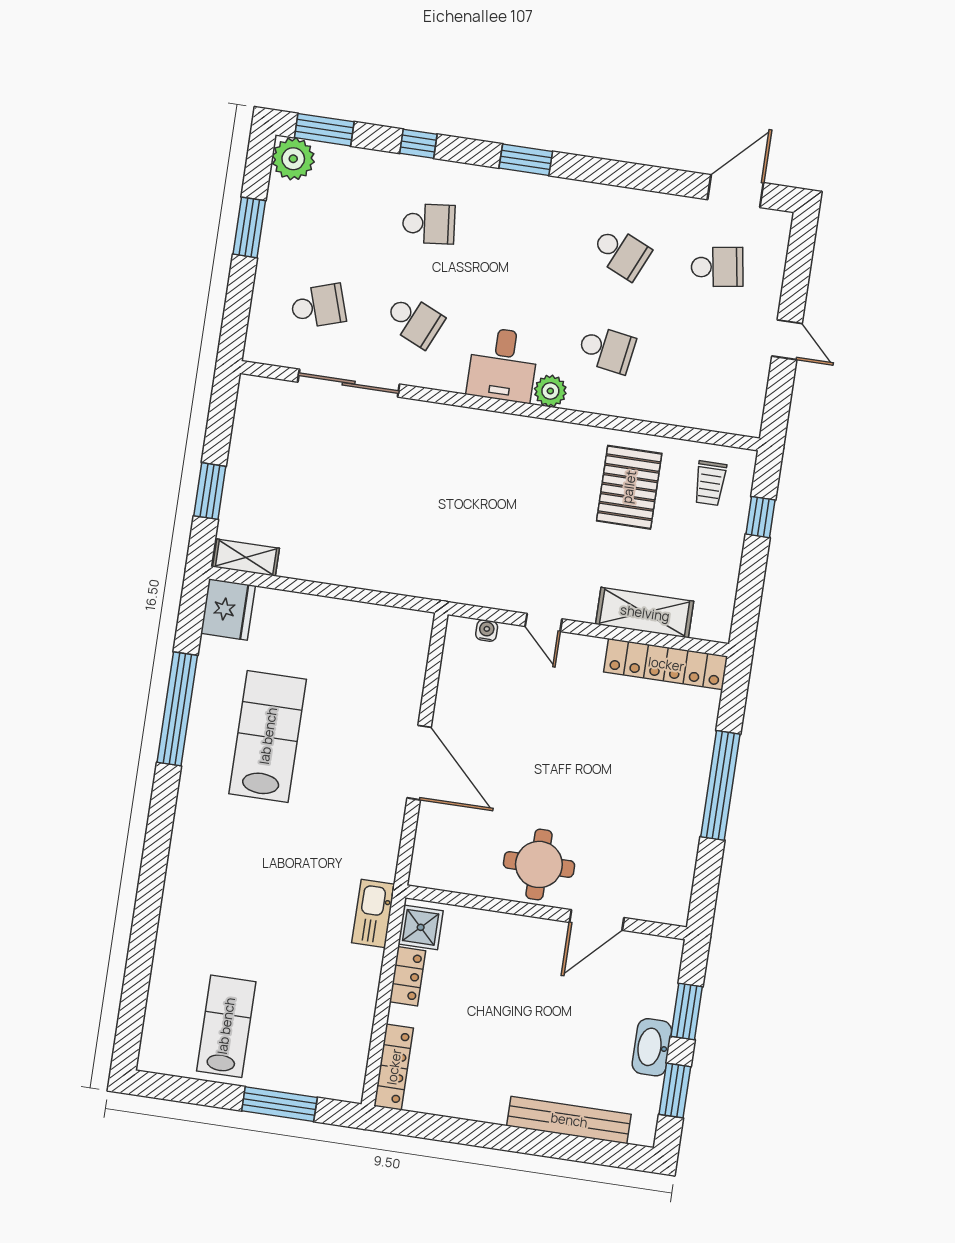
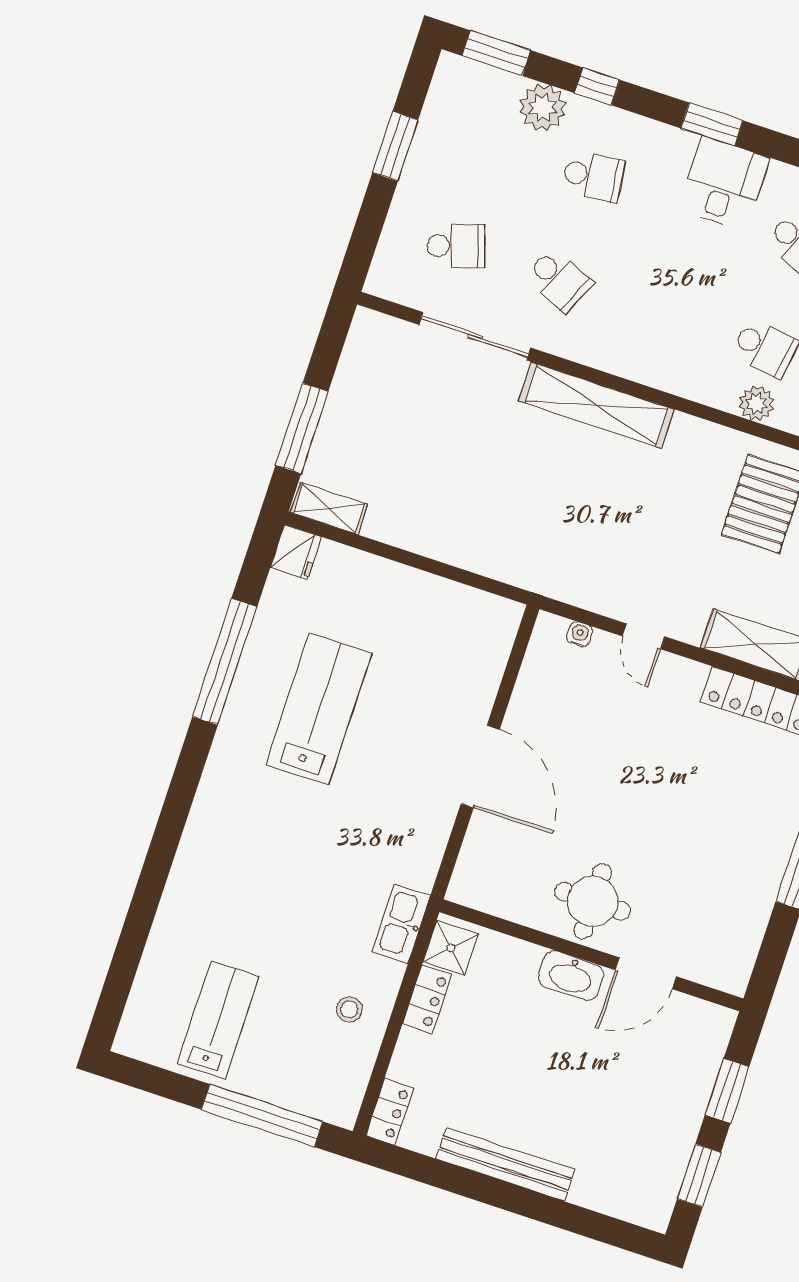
plant: (293, 159) -> (543, 108), moved
desk: (503, 365) -> (724, 184), moved, turned 180
plant: (550, 391) -> (756, 403), moved
shelving: (466, 425) -> (596, 405), added
window: (210, 491) -> (302, 428), width x1.44
fridge: (228, 610) -> (296, 552), width x0.73, depth x0.75
stool: (340, 997) -> (349, 1009), added
washbasin: (652, 1047) -> (571, 976), moved, turned -90
locker: (394, 1067) -> (389, 1111), width x0.66
window: (279, 1104) -> (262, 1115), width x1.46
bench: (569, 1120) -> (505, 1164), moved

